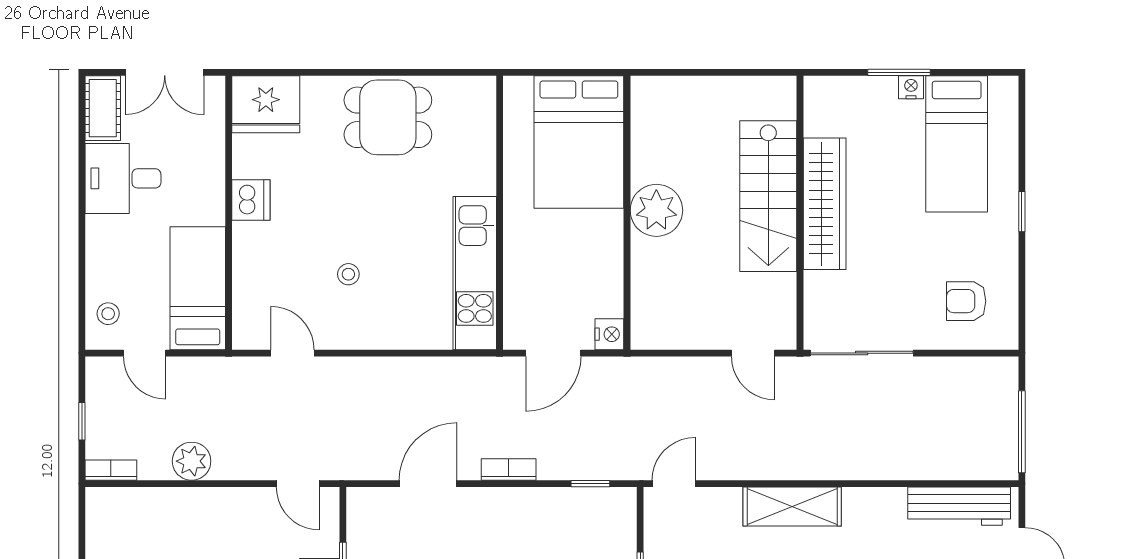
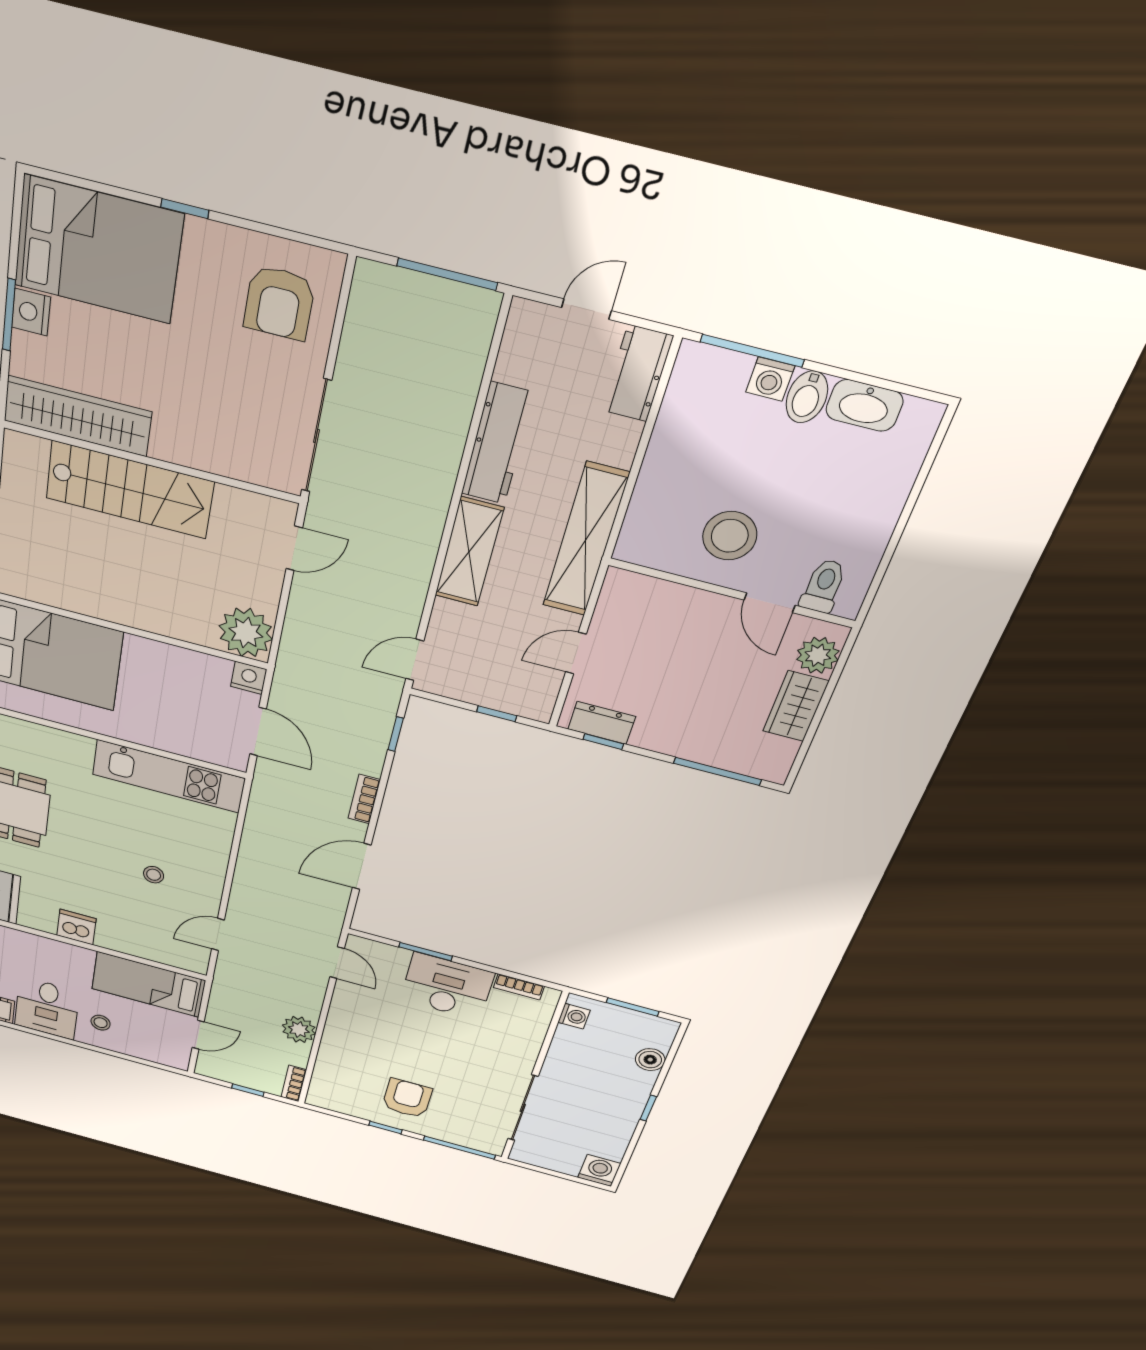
nightstand: (911, 87) -> (31, 312), width x1.39, depth x1.35
bed: (957, 144) -> (98, 250), width x1.50
wardrobe: (825, 204) -> (77, 416), moved
plant: (656, 210) -> (246, 633), moved
armchair: (966, 301) -> (279, 303), width x1.38, depth x1.38
stool: (108, 314) -> (101, 1023), moved
door: (298, 484) -> (337, 963), hinge flipped
door: (428, 484) -> (362, 867), hinge flipped
door: (674, 484) -> (415, 660), hinge flipped
workbench: (959, 506) -> (498, 444), moved

